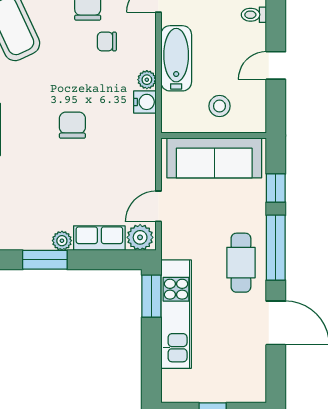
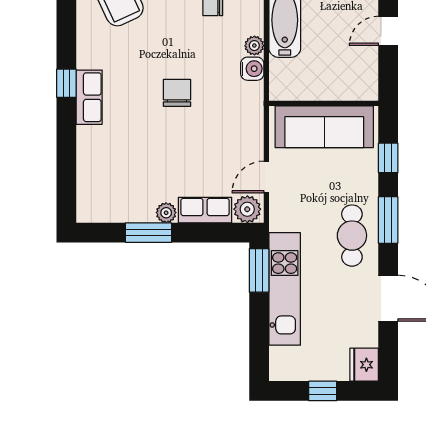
stool: (220, 106) -> (330, 73), removed
window: (276, 248) -> (388, 220), width x0.69
fridge: (253, 387) -> (364, 365), added

